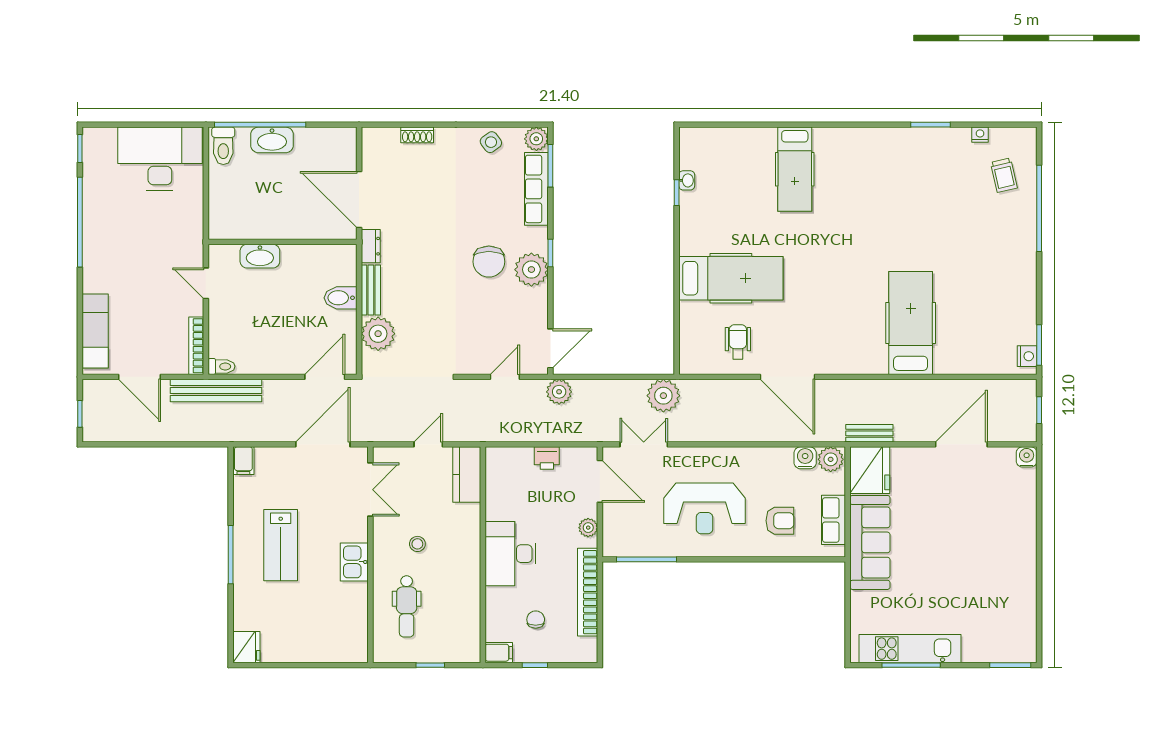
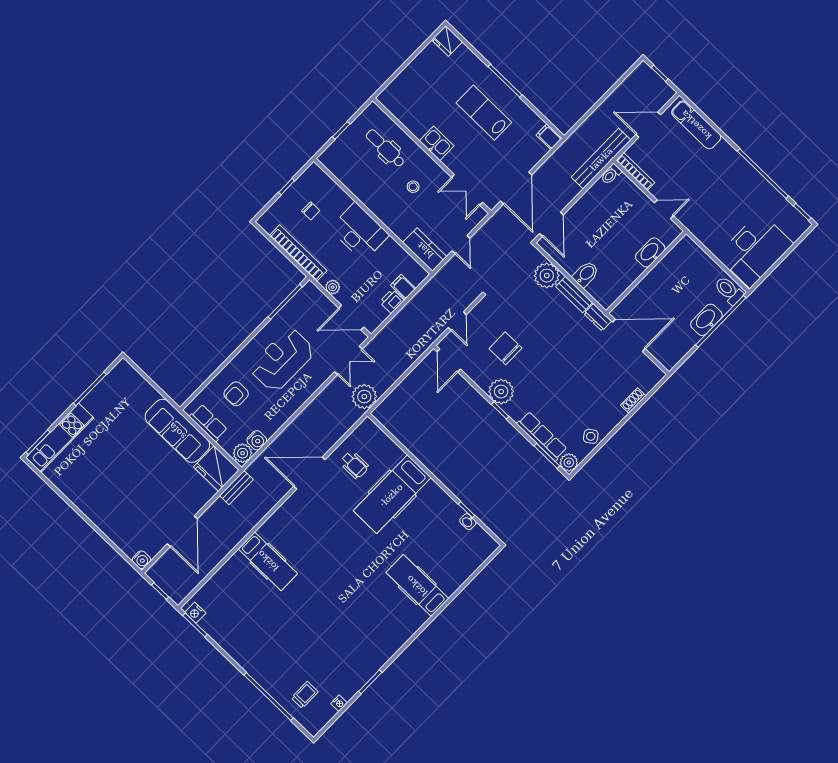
trolley: (1004, 175) -> (305, 695), turned 103
chair: (489, 262) -> (505, 348), moved
hospital bed: (911, 323) -> (268, 561), width x0.73, depth x0.78
plant: (559, 392) -> (421, 342), removed
kitchen unit: (910, 649) -> (60, 438), moved
filing cabinet: (499, 653) -> (403, 287), moved, turned 90

